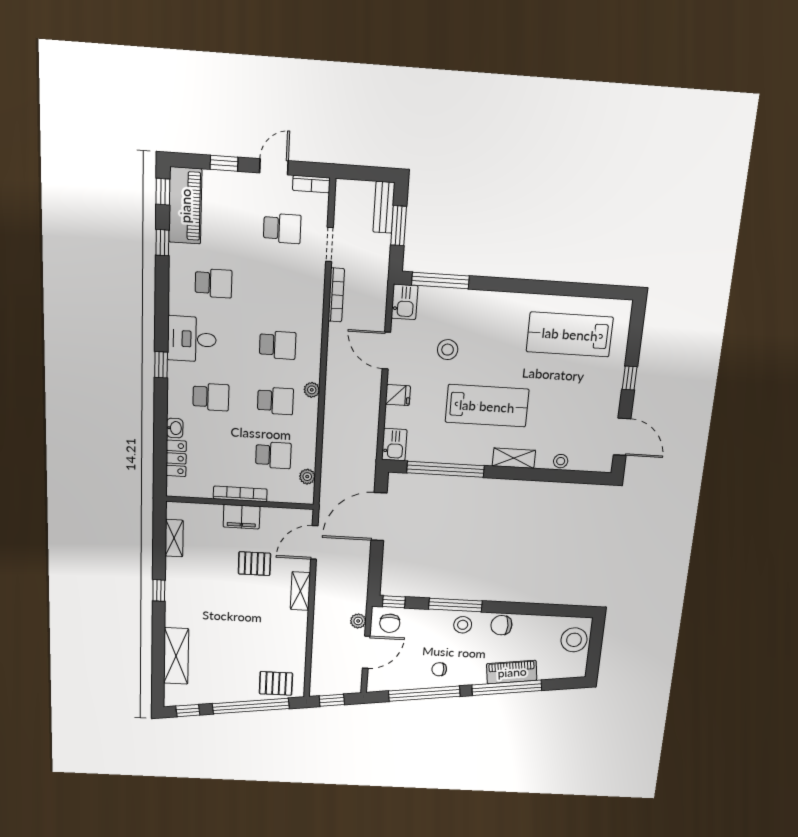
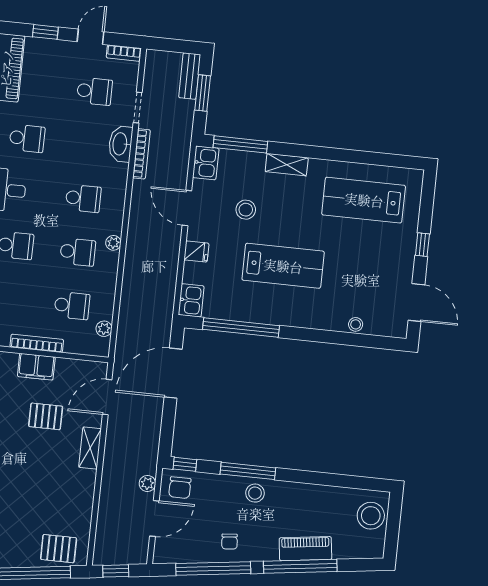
washbasin: (313, 285) -> (120, 144), added
shelving: (514, 458) -> (287, 165), moved
chair: (501, 625) -> (295, 496), removed
chair: (439, 669) -> (230, 542), turned -95

